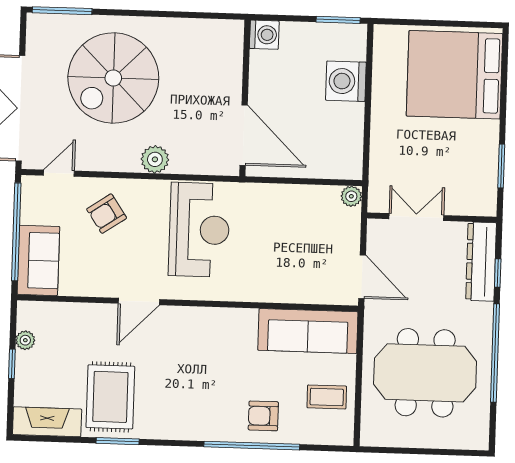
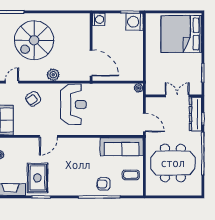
washing machine: (346, 81) -> (135, 22), moved
double door: (416, 217) -> (177, 96), moved

